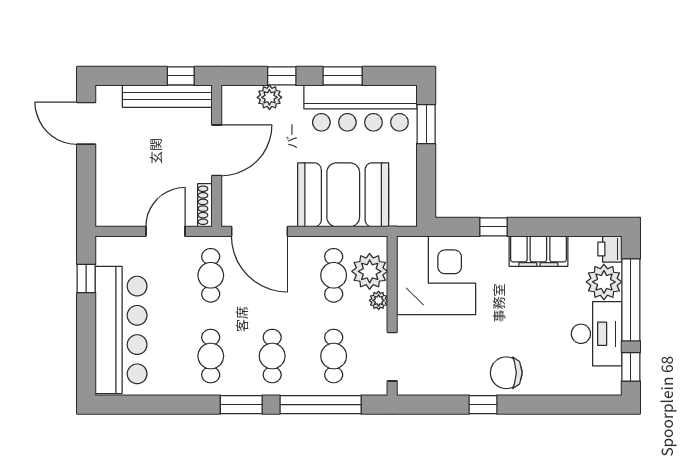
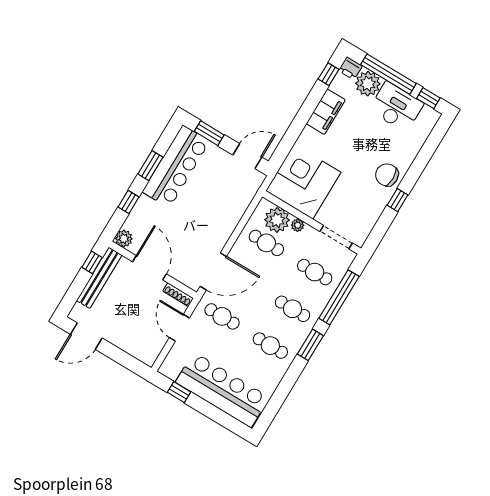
plant: (269, 97) -> (124, 239), moved
door: (426, 188) -> (247, 156), added
booth: (343, 195) -> (222, 208), removed
window: (493, 227) -> (329, 74), moved
chair: (506, 373) -> (387, 175), turned 90

